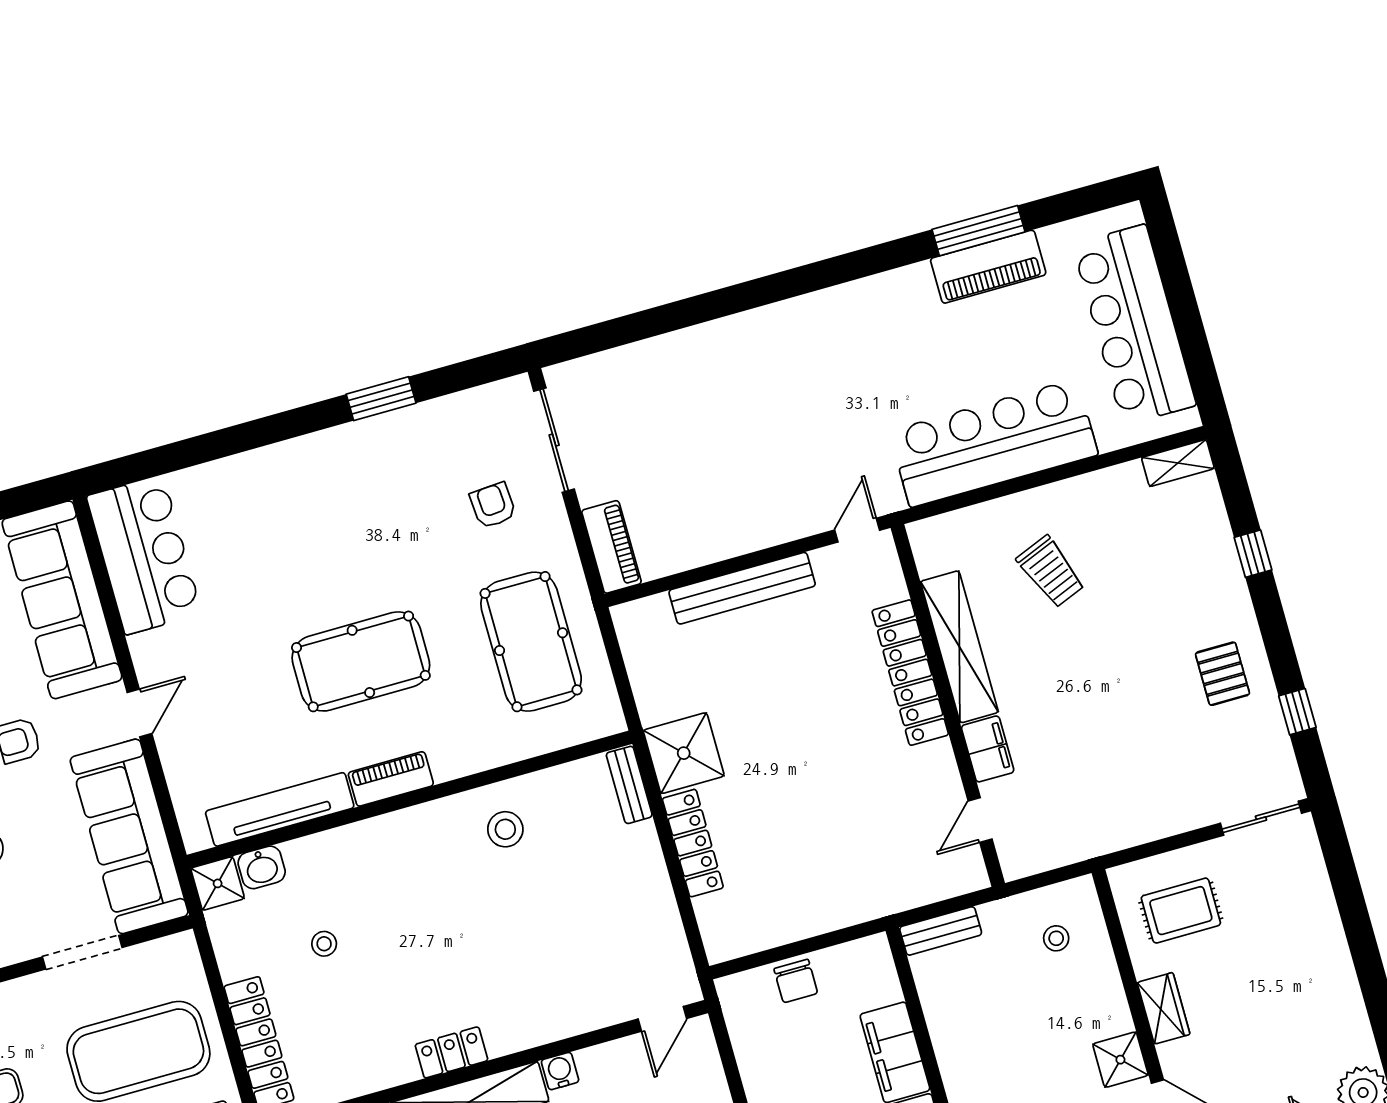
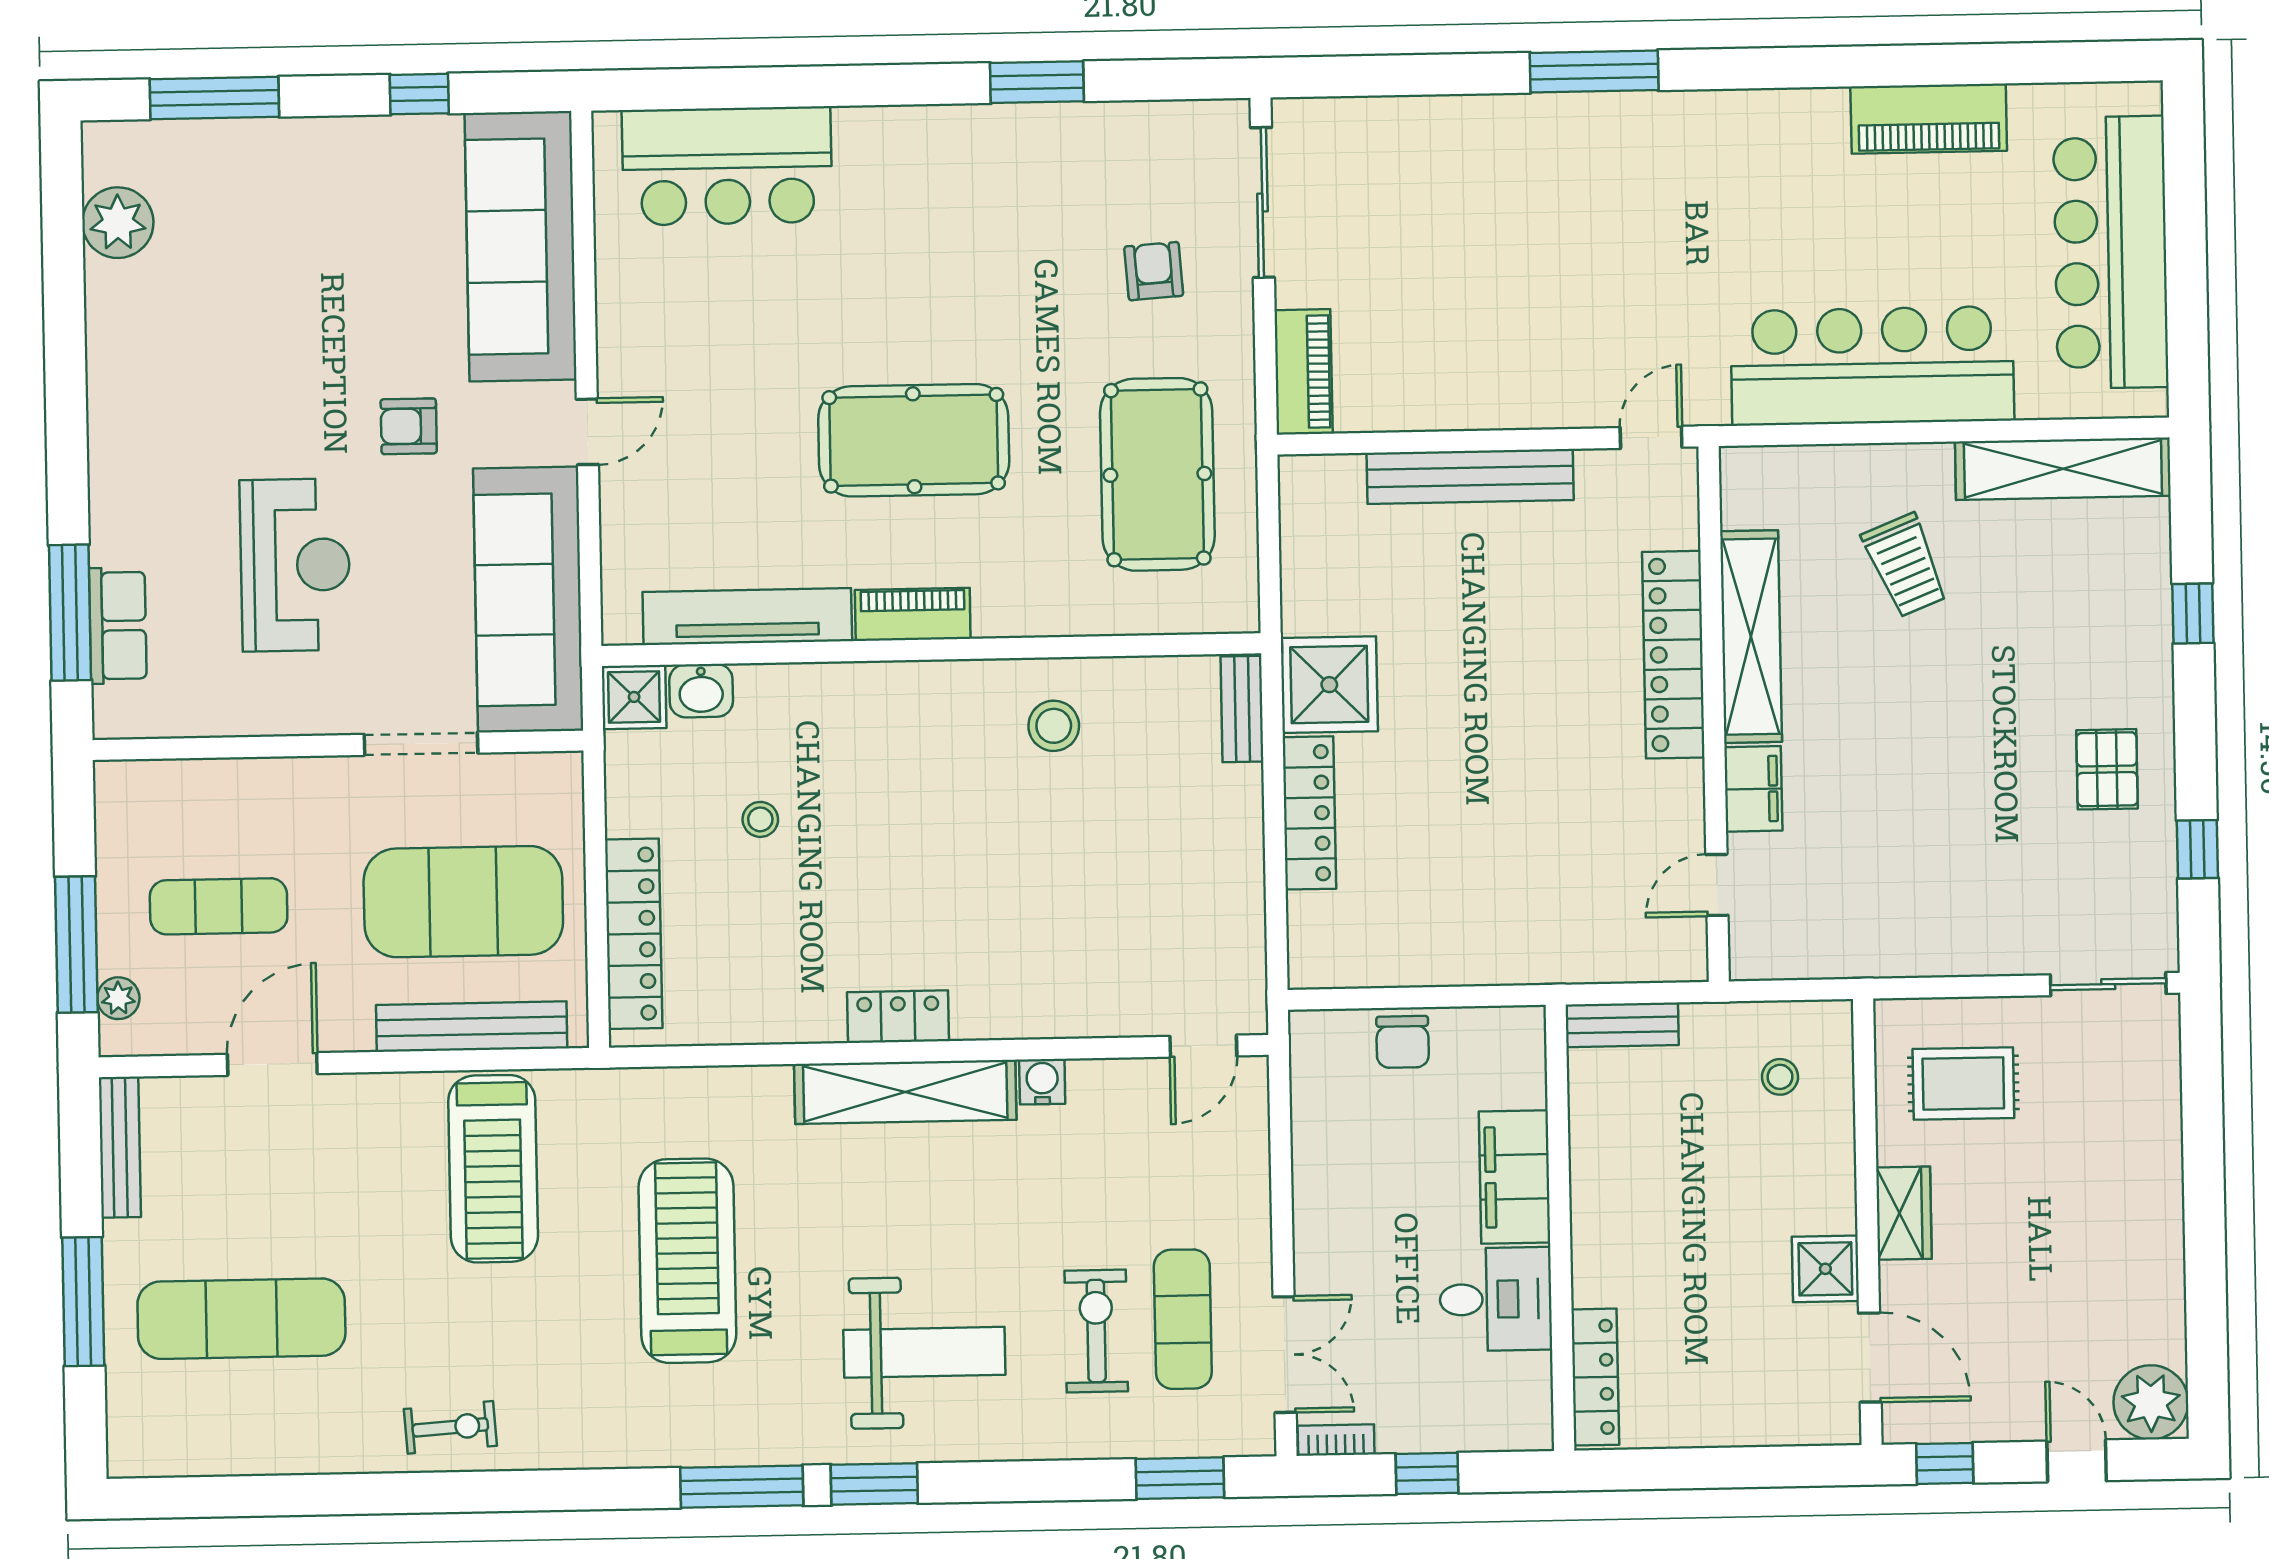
window: (979, 231) -> (1594, 71), moved
shelving: (1178, 463) -> (2063, 469), width x2.20, depth x1.33
bar counter: (144, 555) -> (727, 166), moved, turned 90

